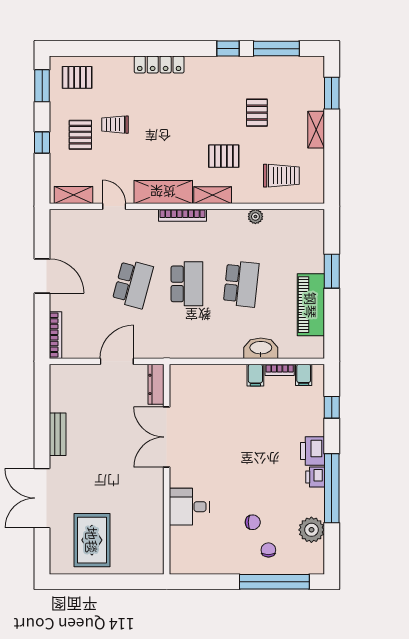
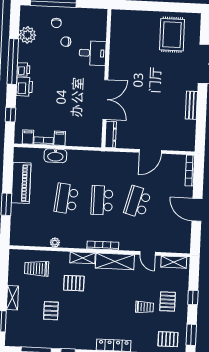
dresser: (156, 384) -> (111, 134), moved
double door: (167, 437) -> (105, 100), moved
wall: (167, 469) -> (106, 78), moved
desk: (189, 507) -> (93, 53), moved

